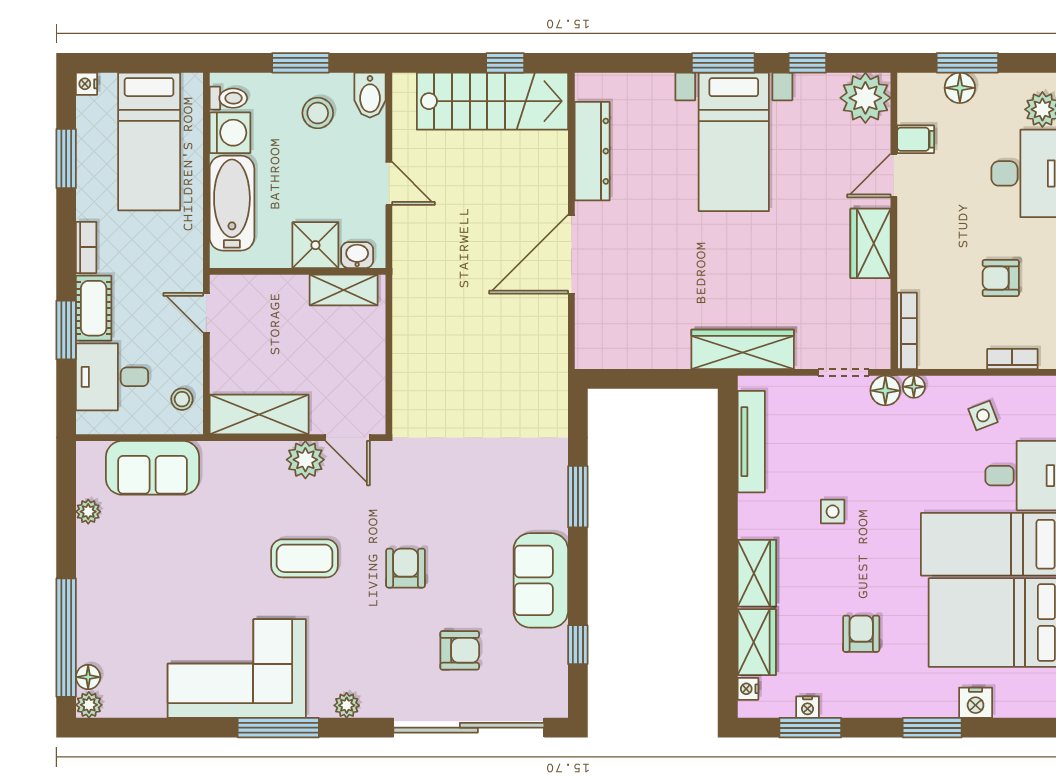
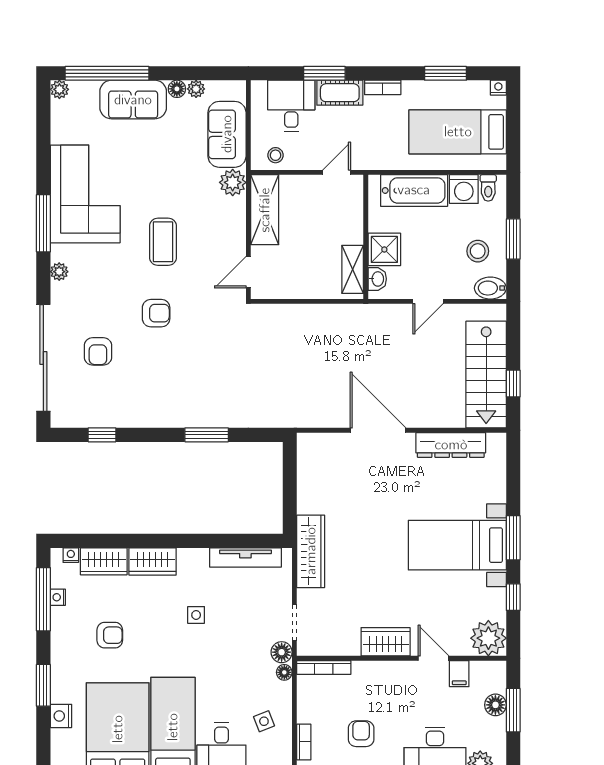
plant: (305, 460) -> (233, 182), moved
sofa: (541, 580) -> (133, 100), moved, turned 180
floor lamp: (88, 677) -> (177, 89), moved
window: (810, 728) -> (43, 599), width x1.44

